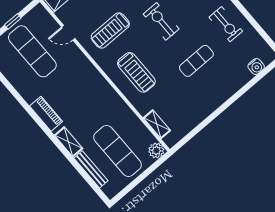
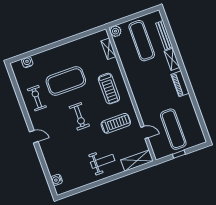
exercise mat: (196, 61) -> (66, 81), width x2.00, depth x1.45
treadmill: (136, 72) -> (109, 89), turned 180

